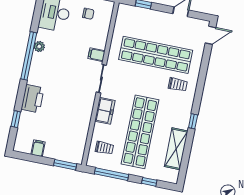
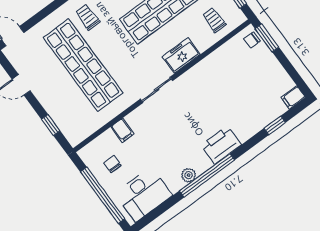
filing cabinet: (96, 55) -> (122, 130), moved
printer: (33, 99) -> (221, 145), moved
filing cabinet: (38, 148) -> (293, 97), moved
chair: (73, 156) -> (252, 40), added

